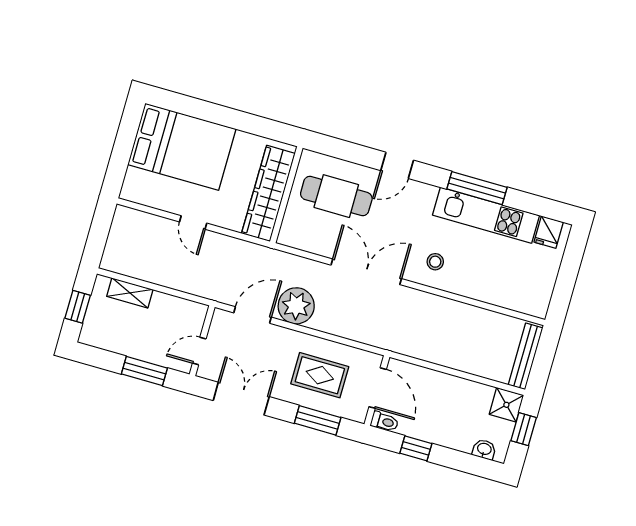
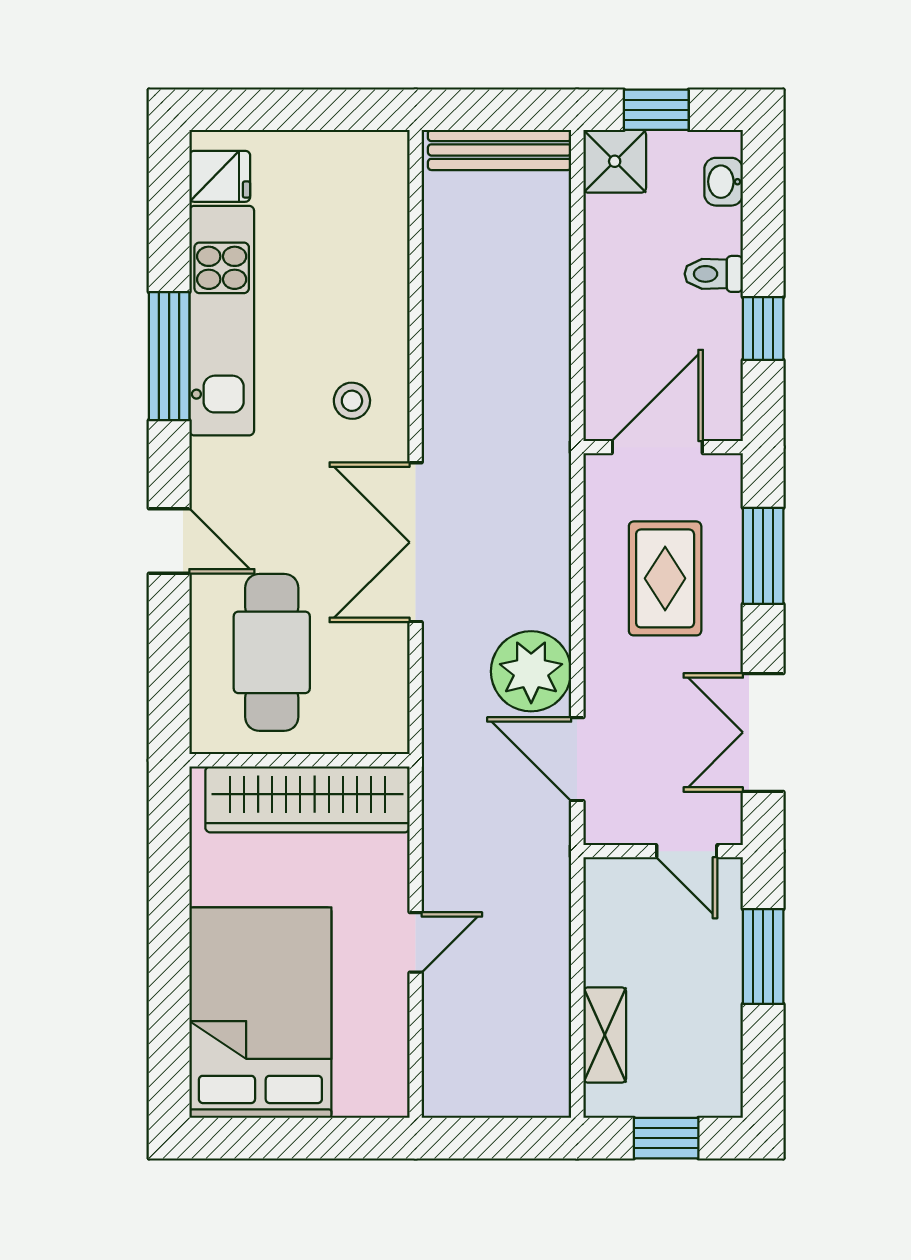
toilet: (384, 422) -> (714, 274), moved, turned -90

